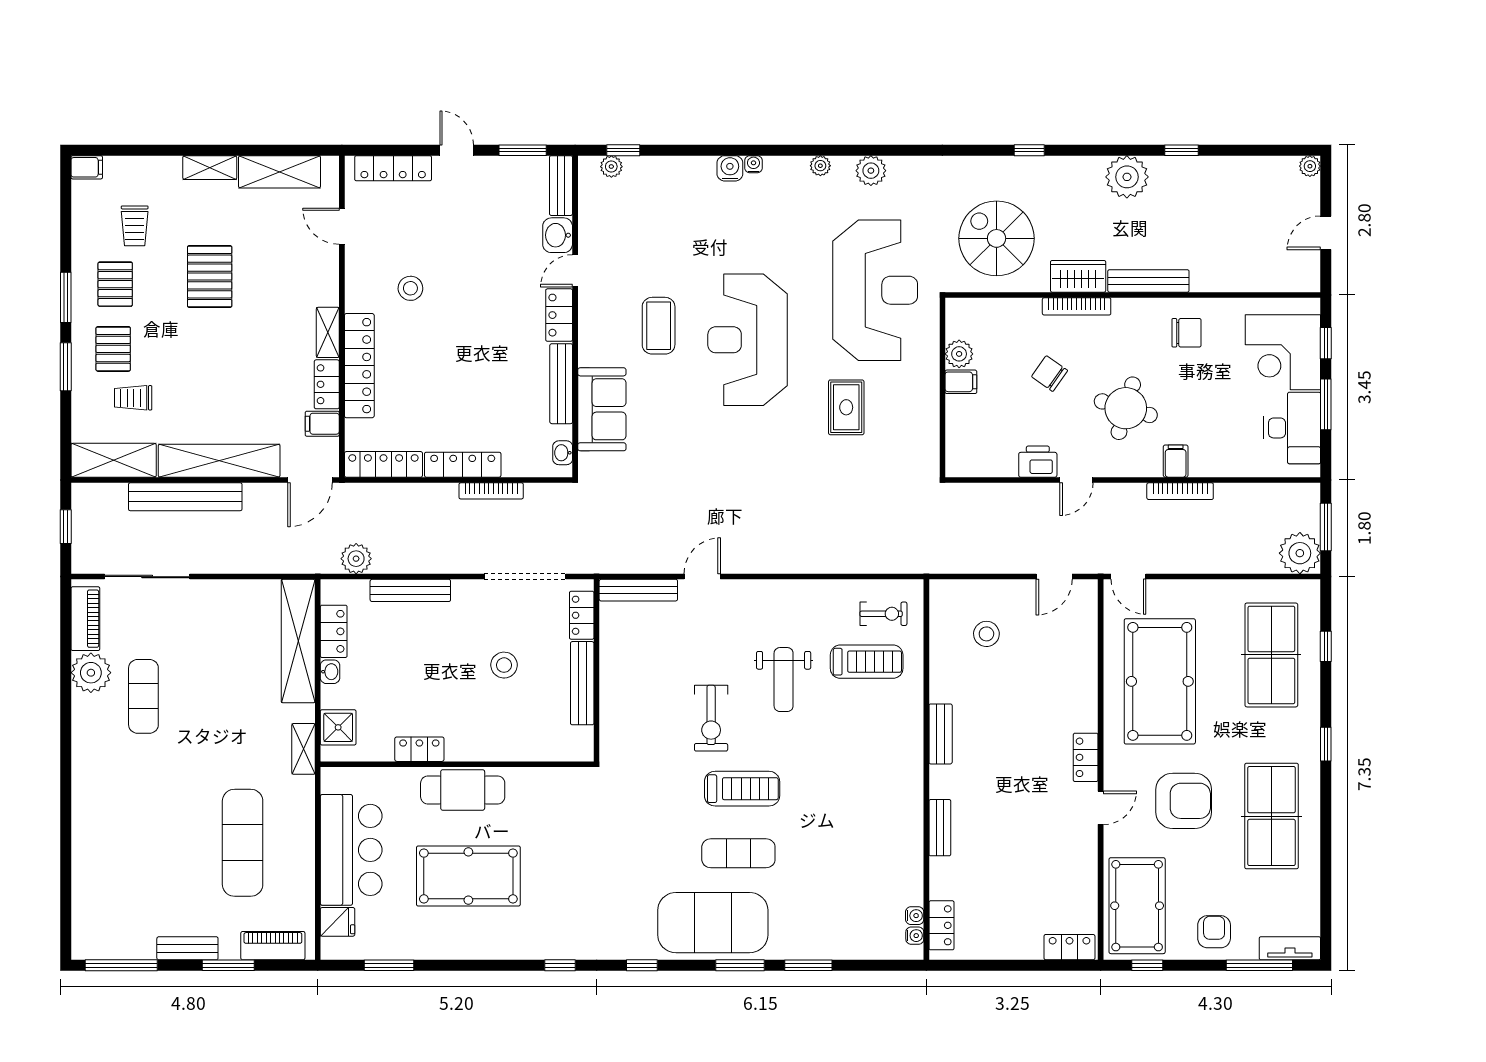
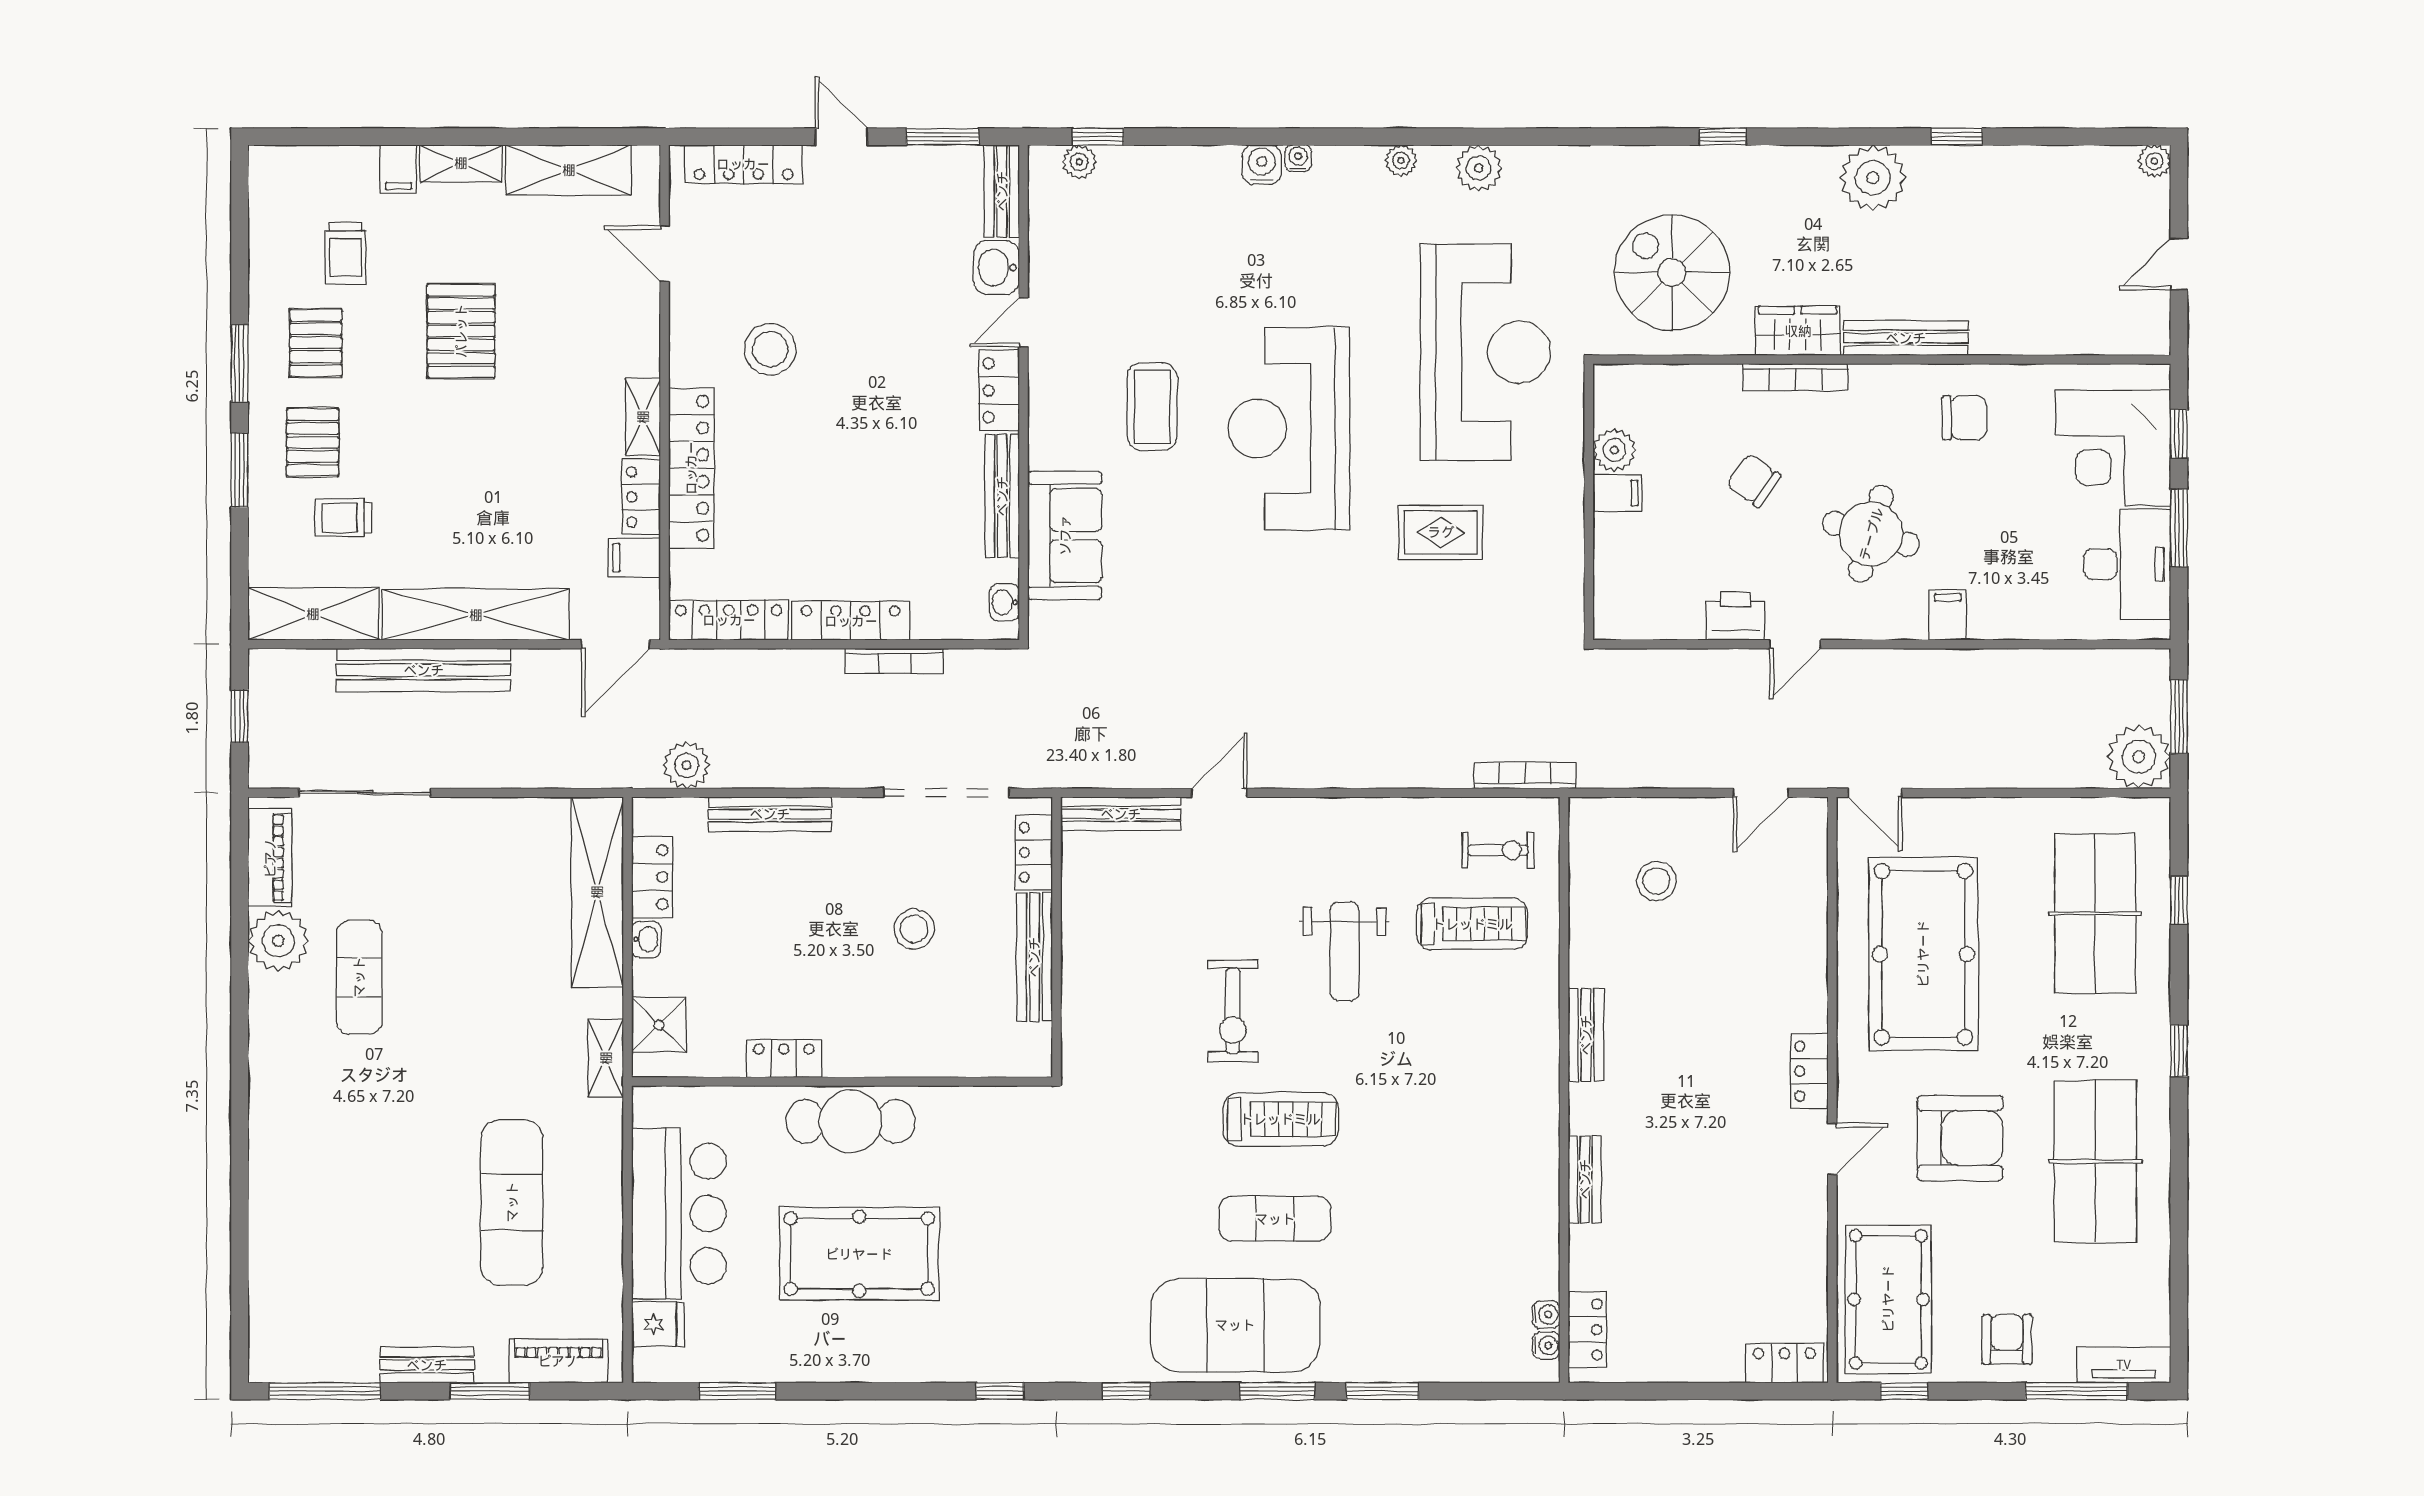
filing cabinet: (87, 167) -> (399, 169), moved, turned 90
stool: (410, 288) -> (770, 349), width x1.38, depth x1.38
rug: (846, 407) -> (1441, 532), turned 90
bookcase: (1180, 491) -> (1525, 776), moved, turned 180

